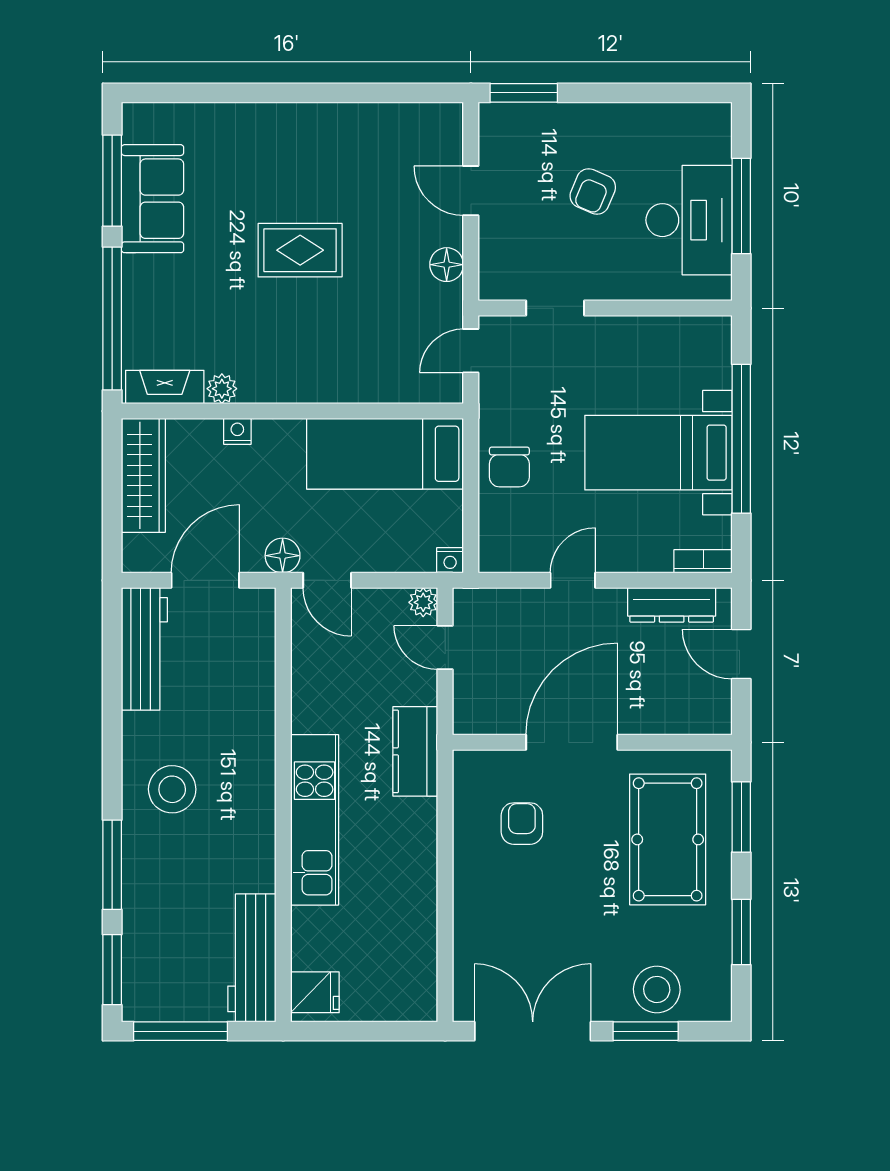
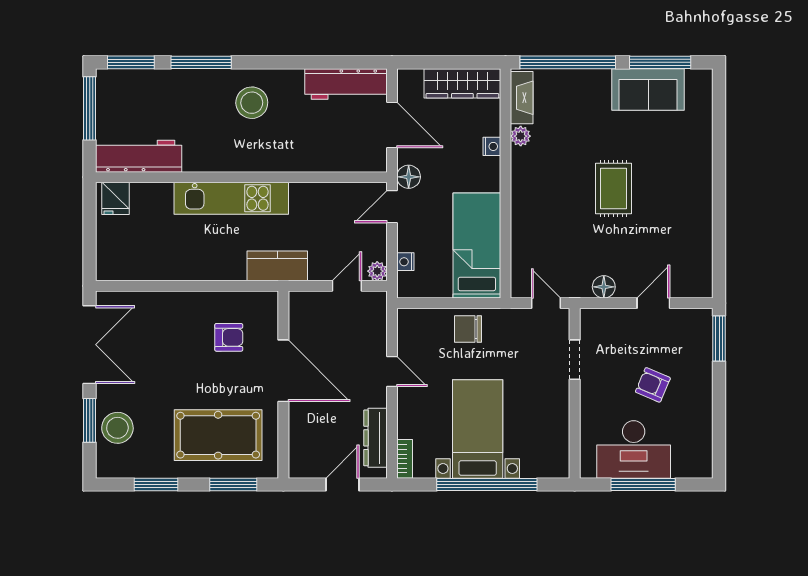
nightstand: (450, 560) -> (405, 262), moved

